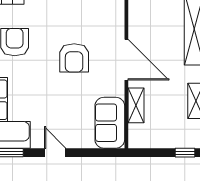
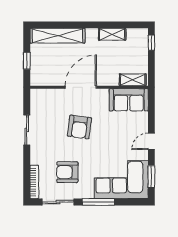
armchair: (74, 58) -> (79, 127), turned 97
shelving: (136, 105) -> (133, 80), moved

